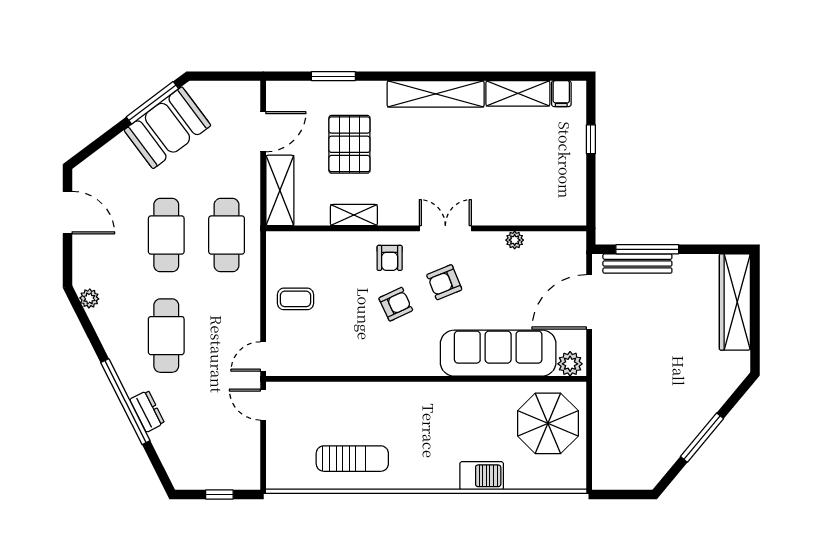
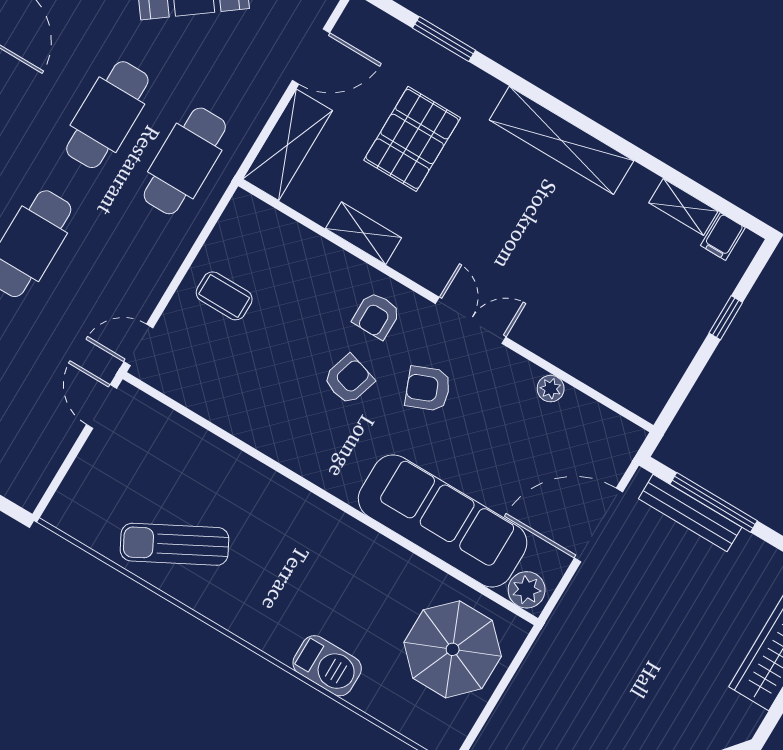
shelving: (518, 93) -> (683, 207), width x0.67, depth x0.75
armchair: (396, 304) -> (349, 380), turned -48
sun lounger: (352, 459) -> (174, 544), turned 152

